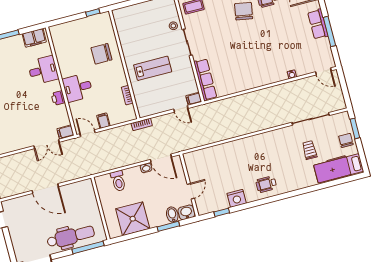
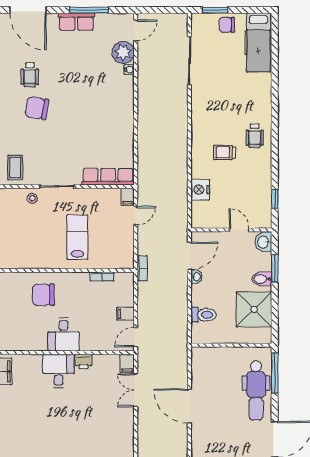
chair: (101, 54) -> (43, 295), turned 90
plant: (304, 66) -> (123, 52), added
desk: (43, 70) -> (59, 371), moved
desk: (78, 88) -> (64, 334), moved
double door: (47, 144) -> (136, 390), swing flipped
trolley: (310, 150) -> (225, 152), moved
door: (45, 189) -> (189, 406), swing flipped
nightstand: (237, 198) -> (200, 190), moved, turned 180
bidet: (172, 215) -> (262, 279), moved
dental chair: (71, 237) -> (256, 390), turned 180

